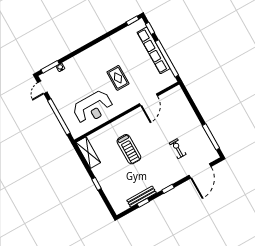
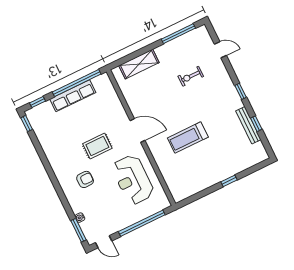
row of seats: (154, 50) -> (73, 96), width x0.73
armchair: (91, 70) -> (85, 179), added
door: (148, 100) -> (138, 130), moved
reception desk: (93, 108) -> (133, 180), turned 180
treadmill: (129, 149) -> (188, 138), turned 180
shelving: (88, 153) -> (139, 64), moved
door: (200, 171) -> (220, 50), width x0.53

